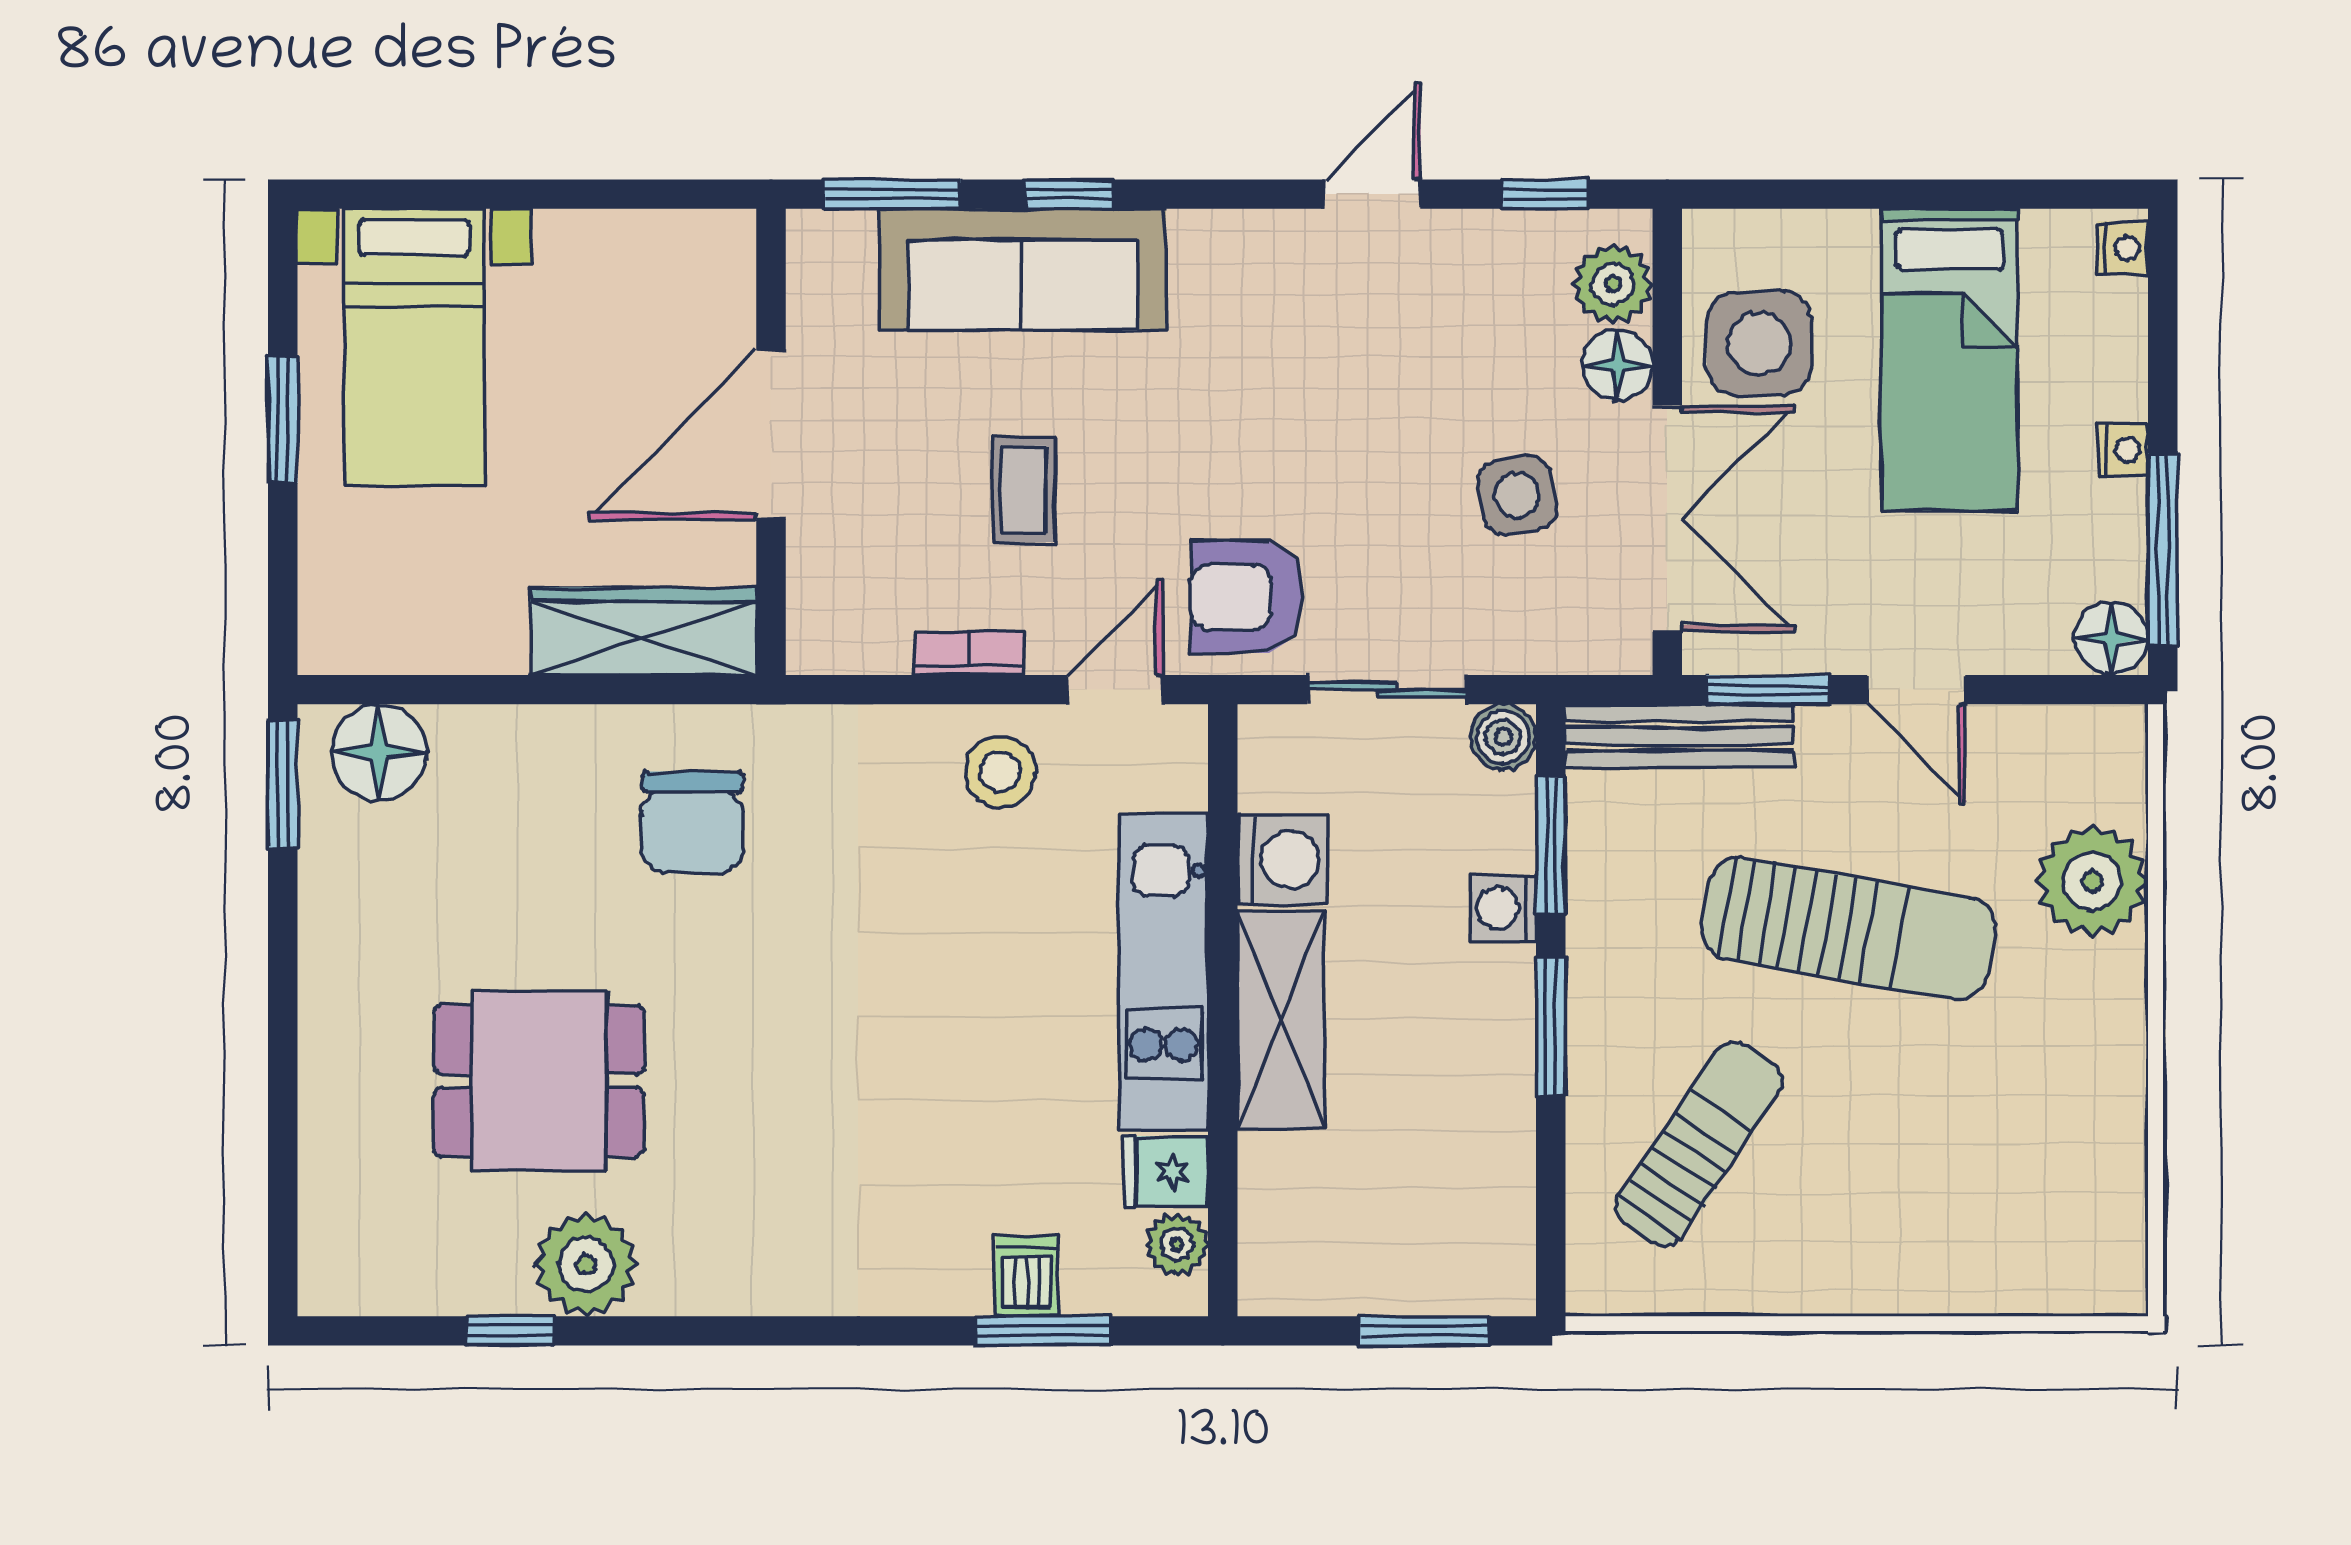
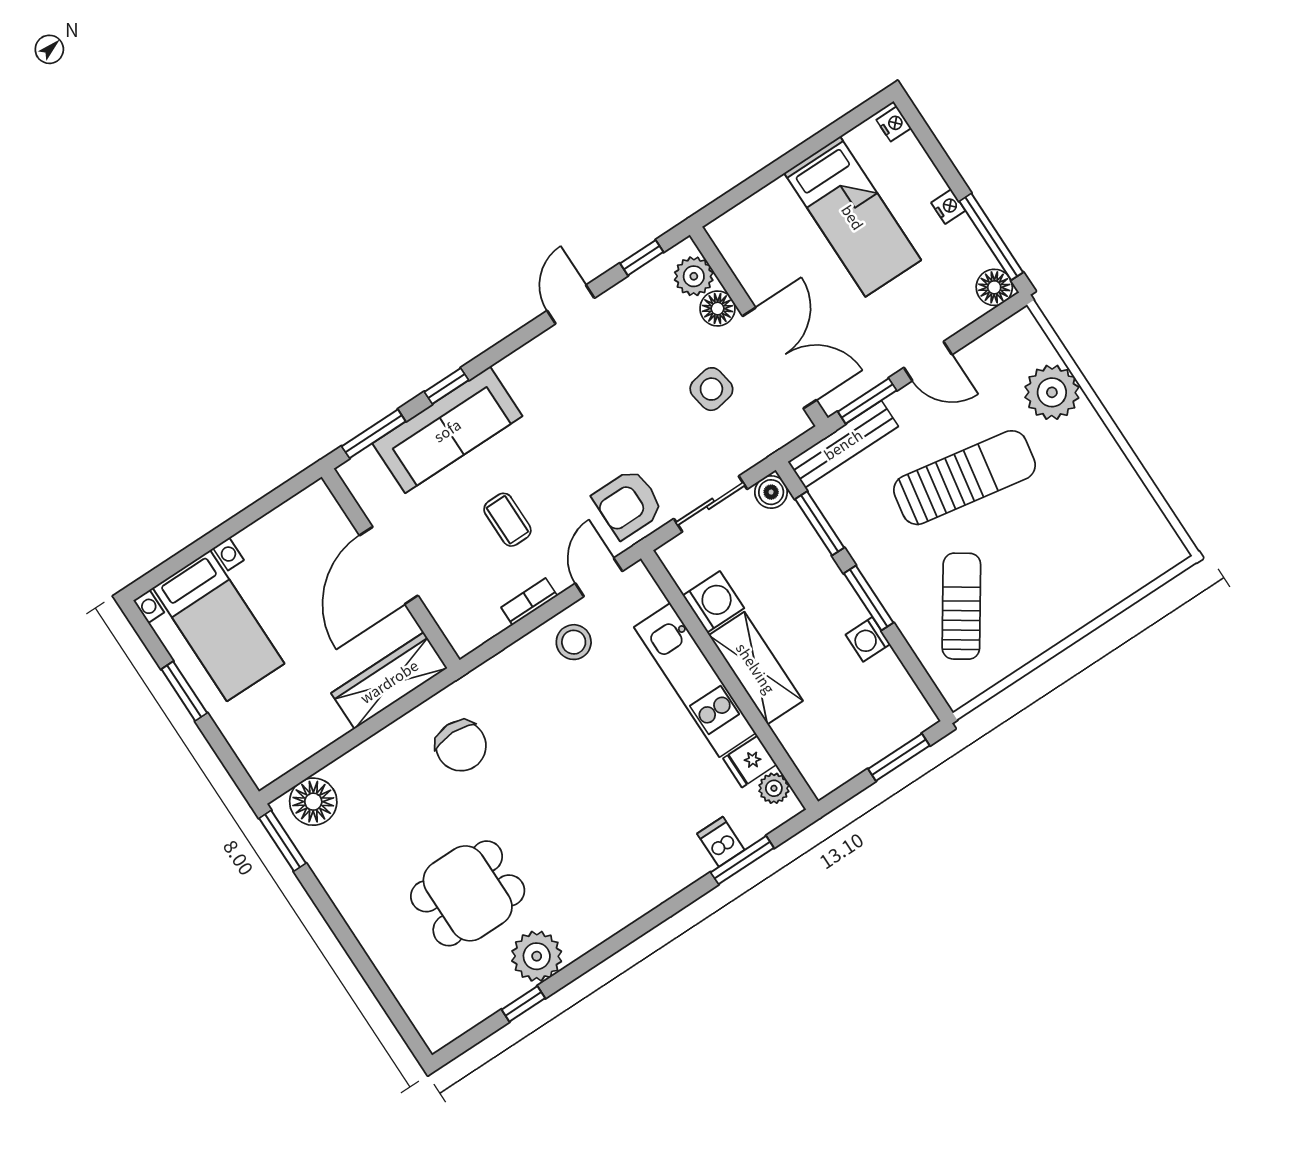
side table: (1759, 343) -> (770, 261), removed
washing machine: (1503, 908) -> (868, 639), moved

